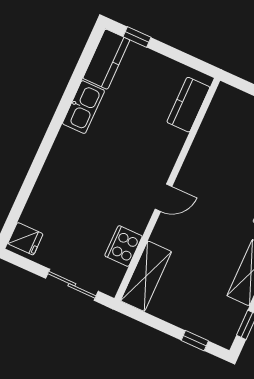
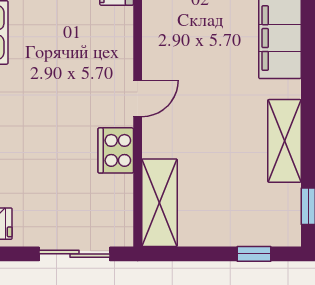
cooker: (123, 246) -> (116, 150), moved

